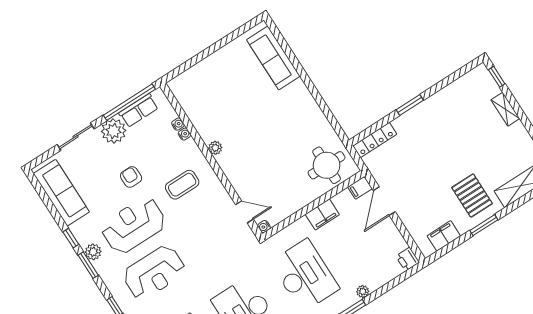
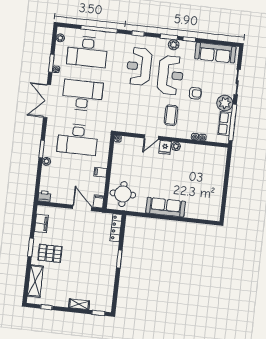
sofa: (273, 58) -> (166, 207), moved
fridge: (227, 160) -> (165, 147), added
door: (244, 212) -> (151, 137), moved
filing cabinet: (322, 214) -> (100, 172), width x0.50

